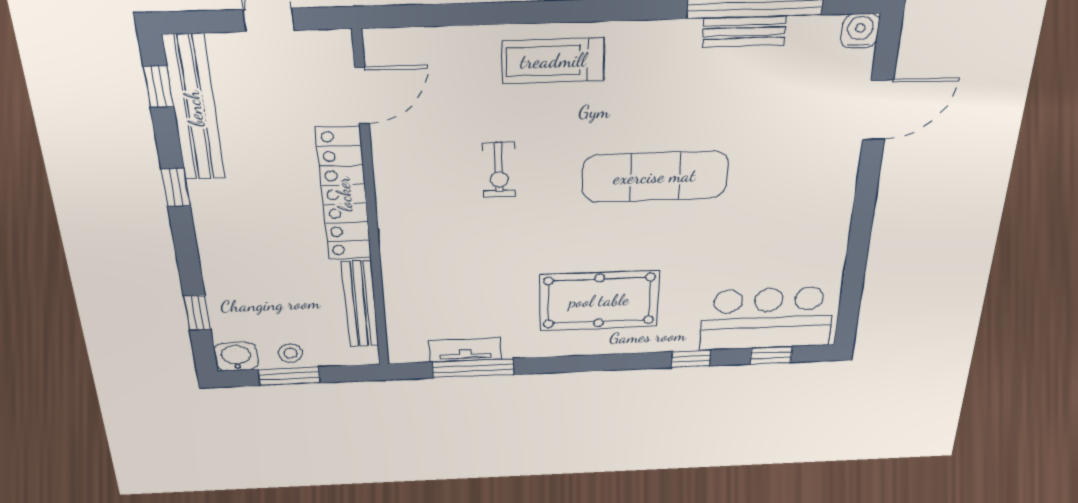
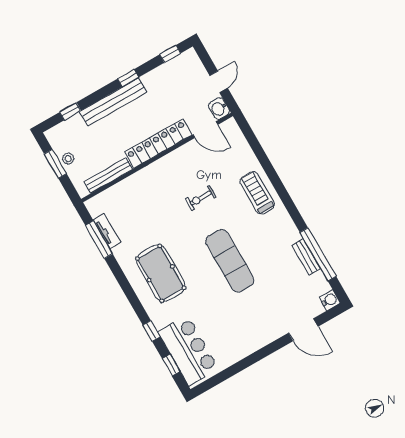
bench: (194, 108) -> (113, 102), moved
washbasin: (236, 356) -> (219, 108), moved, turned 180

